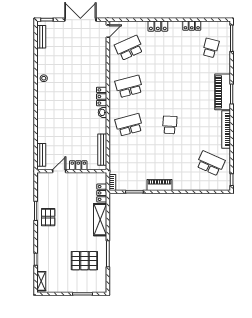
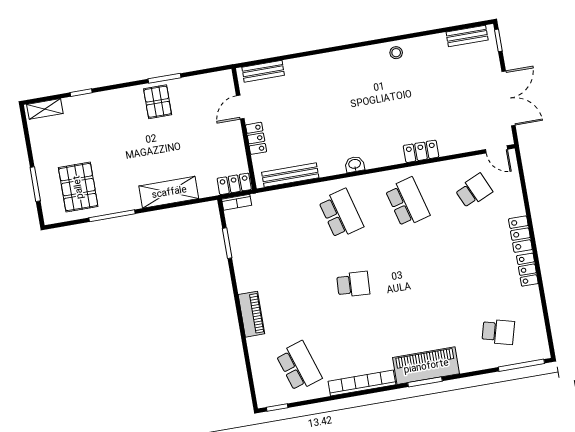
locker: (192, 26) -> (527, 270), moved
school desk: (129, 48) -> (474, 191), width x0.54
locker: (102, 96) -> (421, 151), moved
school desk: (211, 163) -> (299, 366), turned -42
door: (59, 171) -> (240, 107), swing flipped
piano: (159, 185) -> (251, 314), moved
locker: (102, 193) -> (234, 184), moved
pallet: (48, 217) -> (158, 102), turned 90
pallet: (84, 261) -> (78, 187), moved

